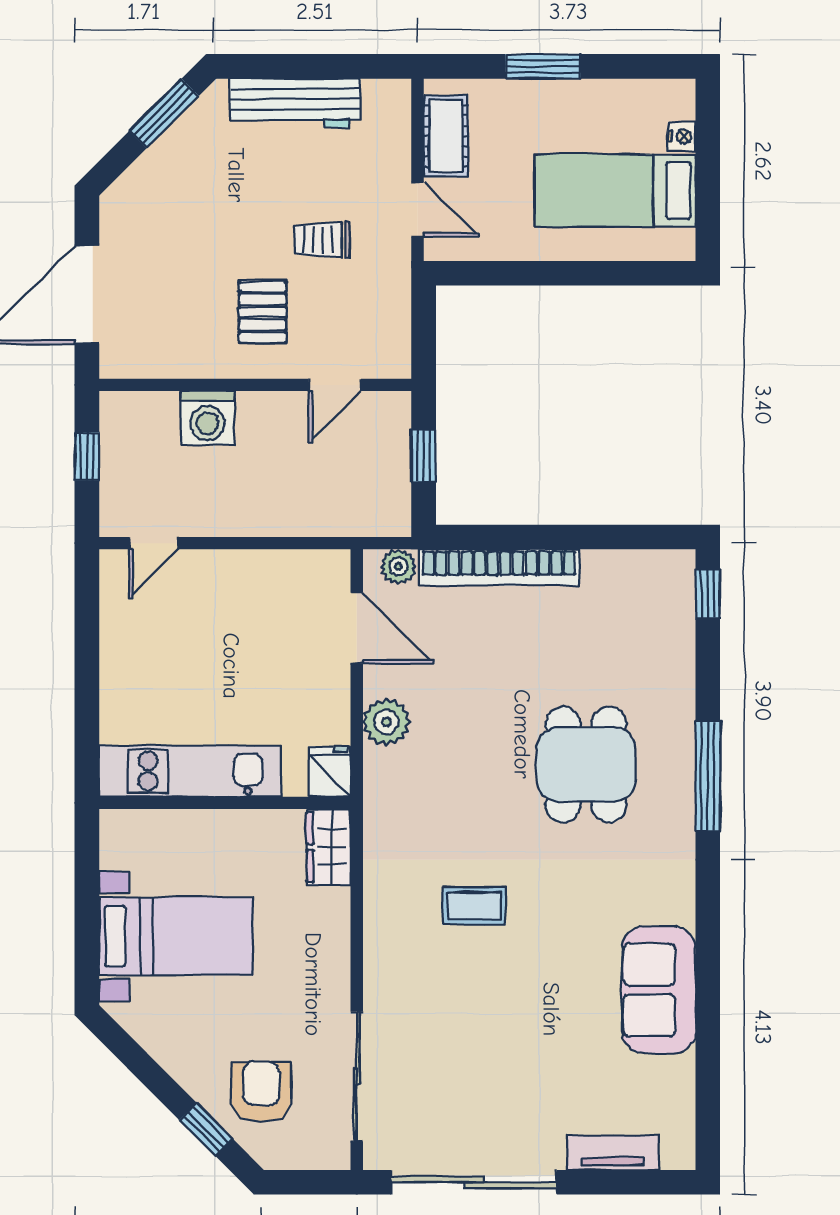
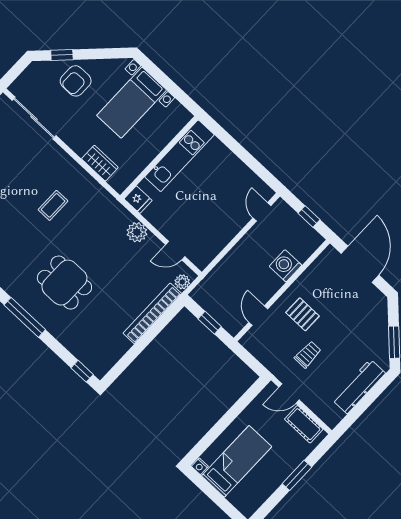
nightstand: (682, 136) -> (200, 466), moved
door: (357, 628) -> (175, 251), width x0.73
wardrobe: (329, 847) -> (100, 163), moved
armchair: (261, 1092) -> (76, 81), moved, turned 90

